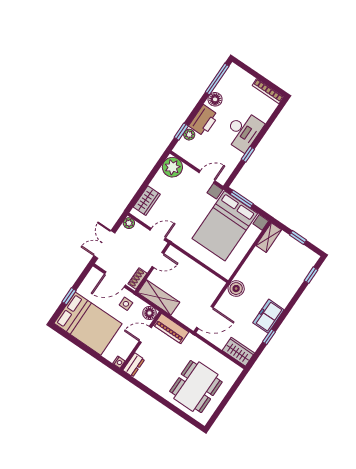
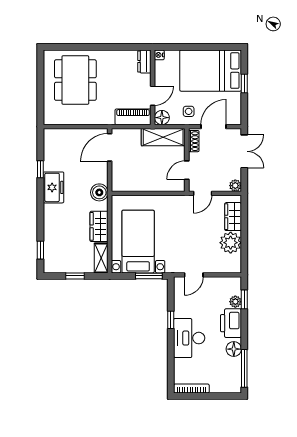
plant: (172, 167) -> (231, 243), moved
bed with nightstands: (225, 226) -> (138, 242), width x0.73
wardrobe: (238, 352) -> (99, 226), moved, turned 90

